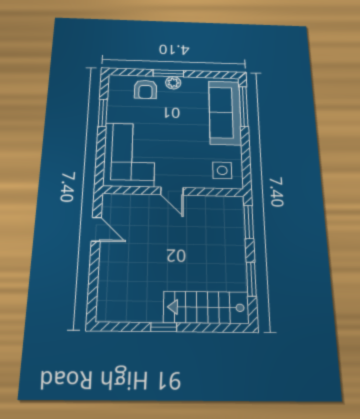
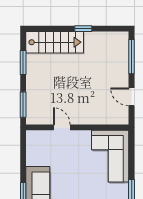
side table: (222, 170) -> (41, 145), removed
door: (172, 191) -> (62, 127), moved
window: (93, 285) -> (132, 57), added

